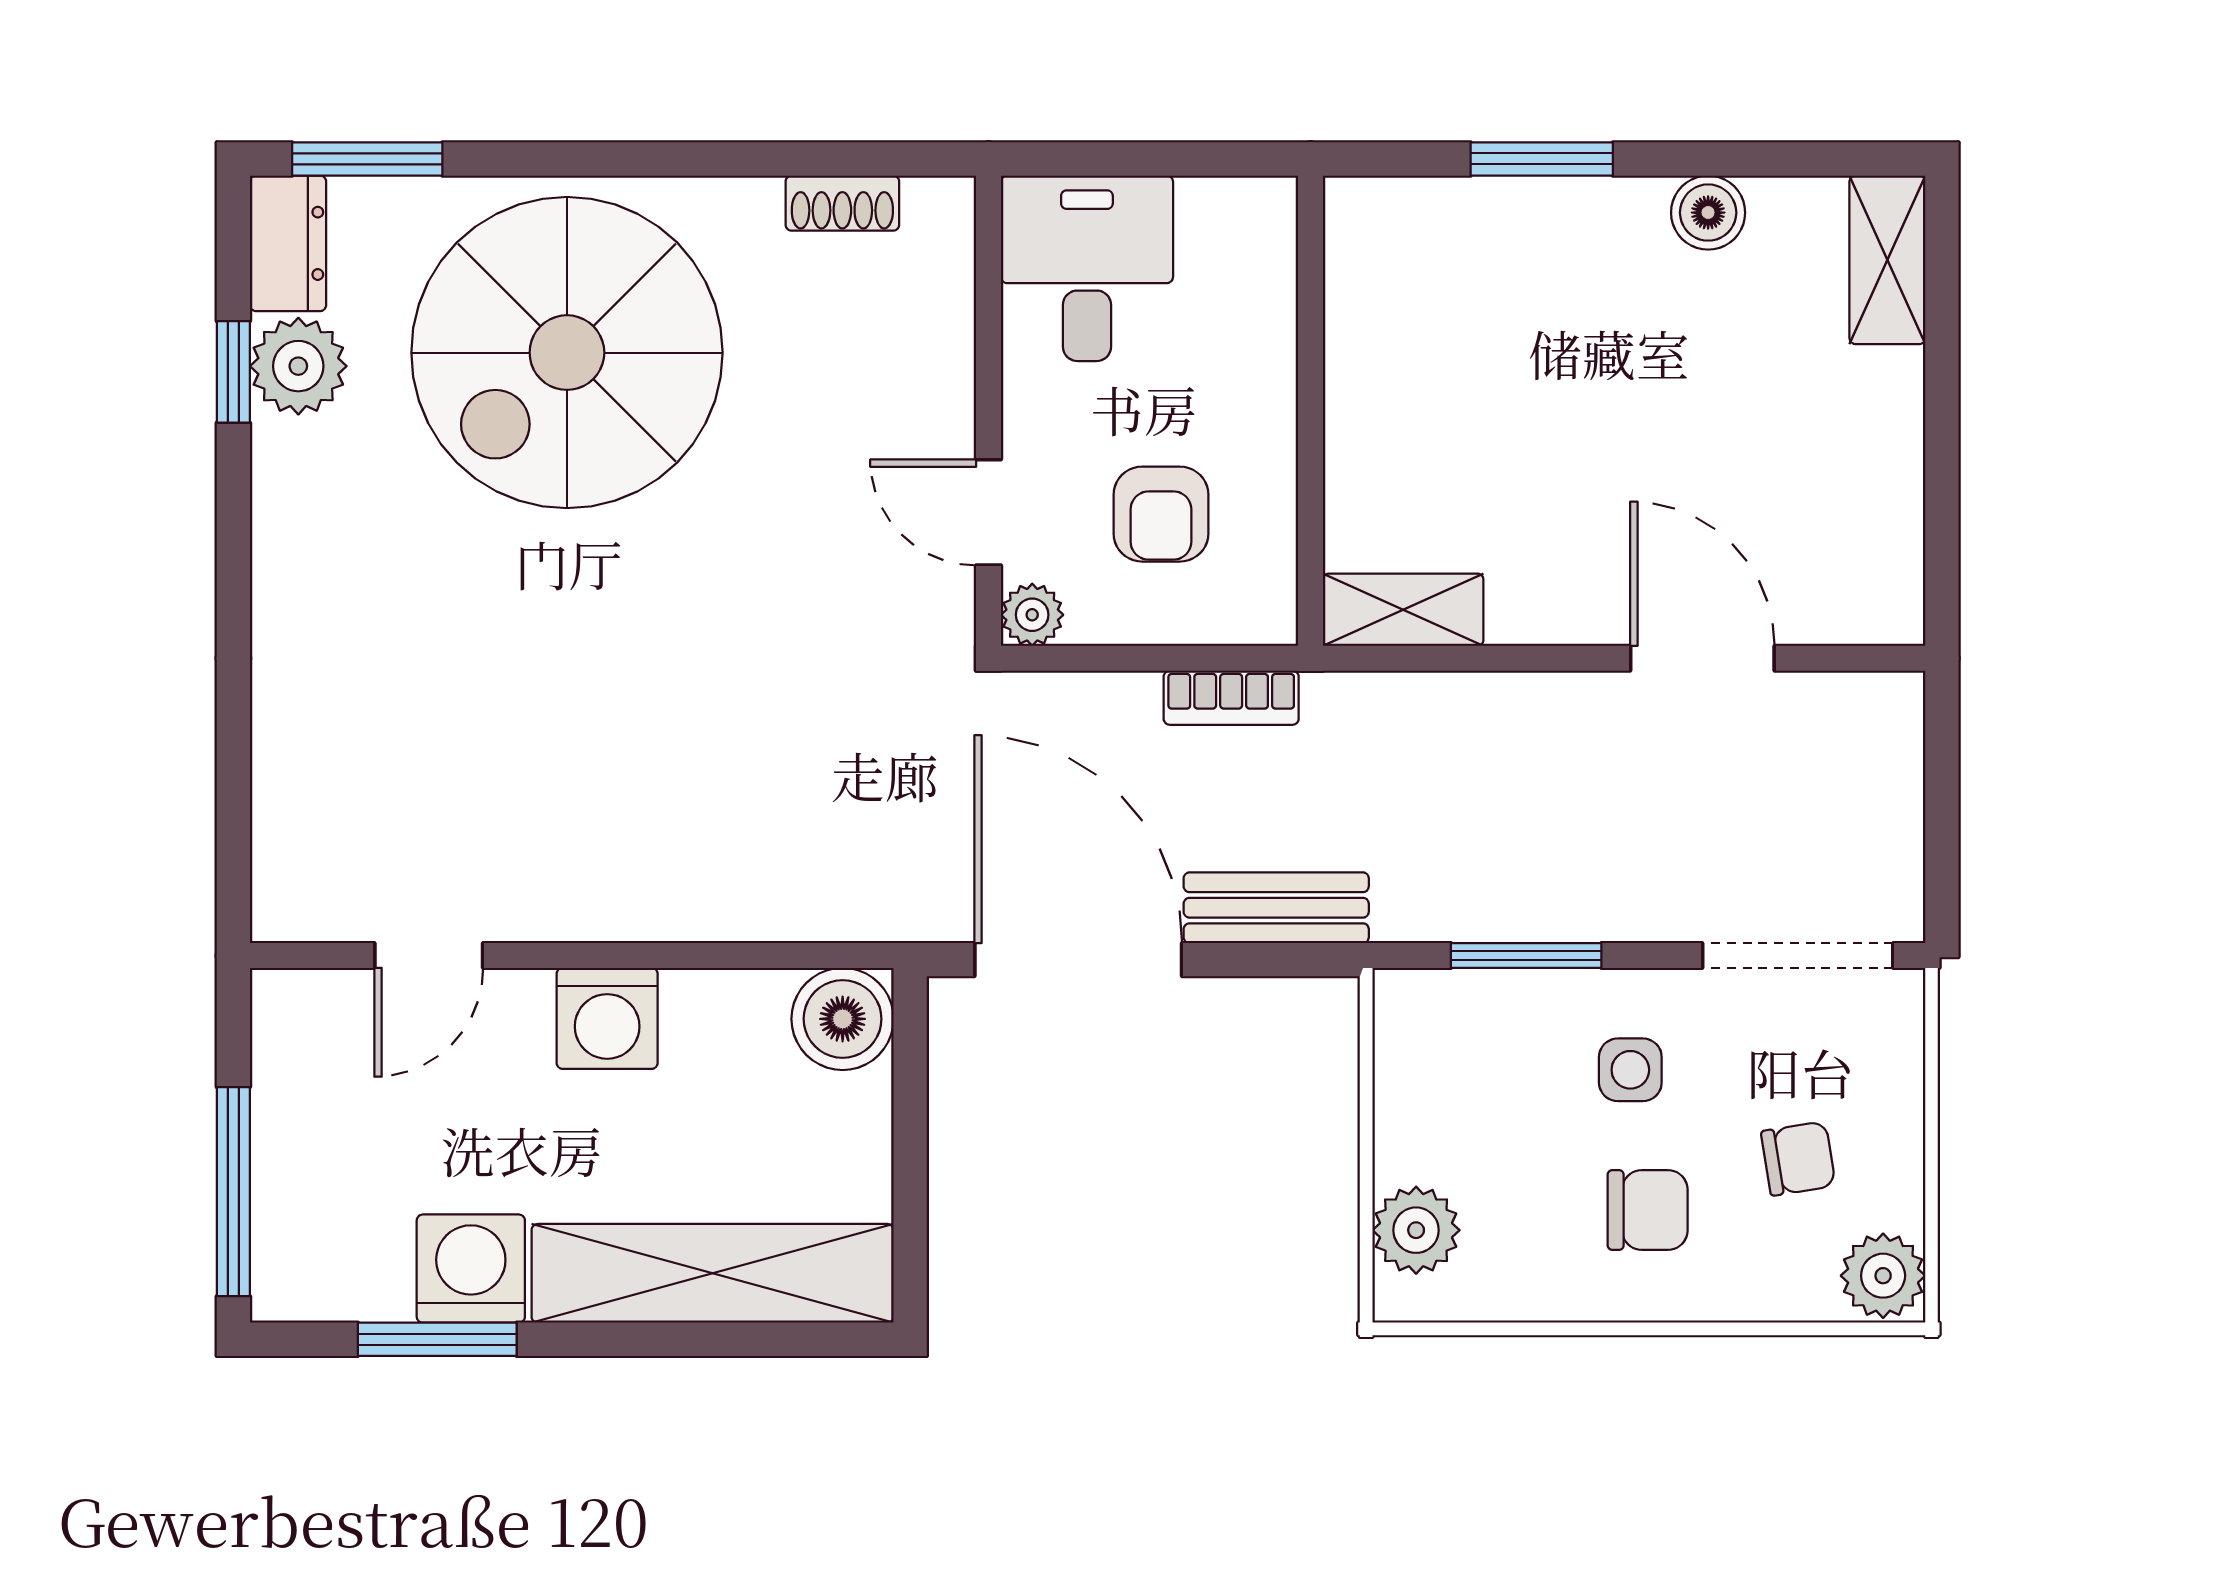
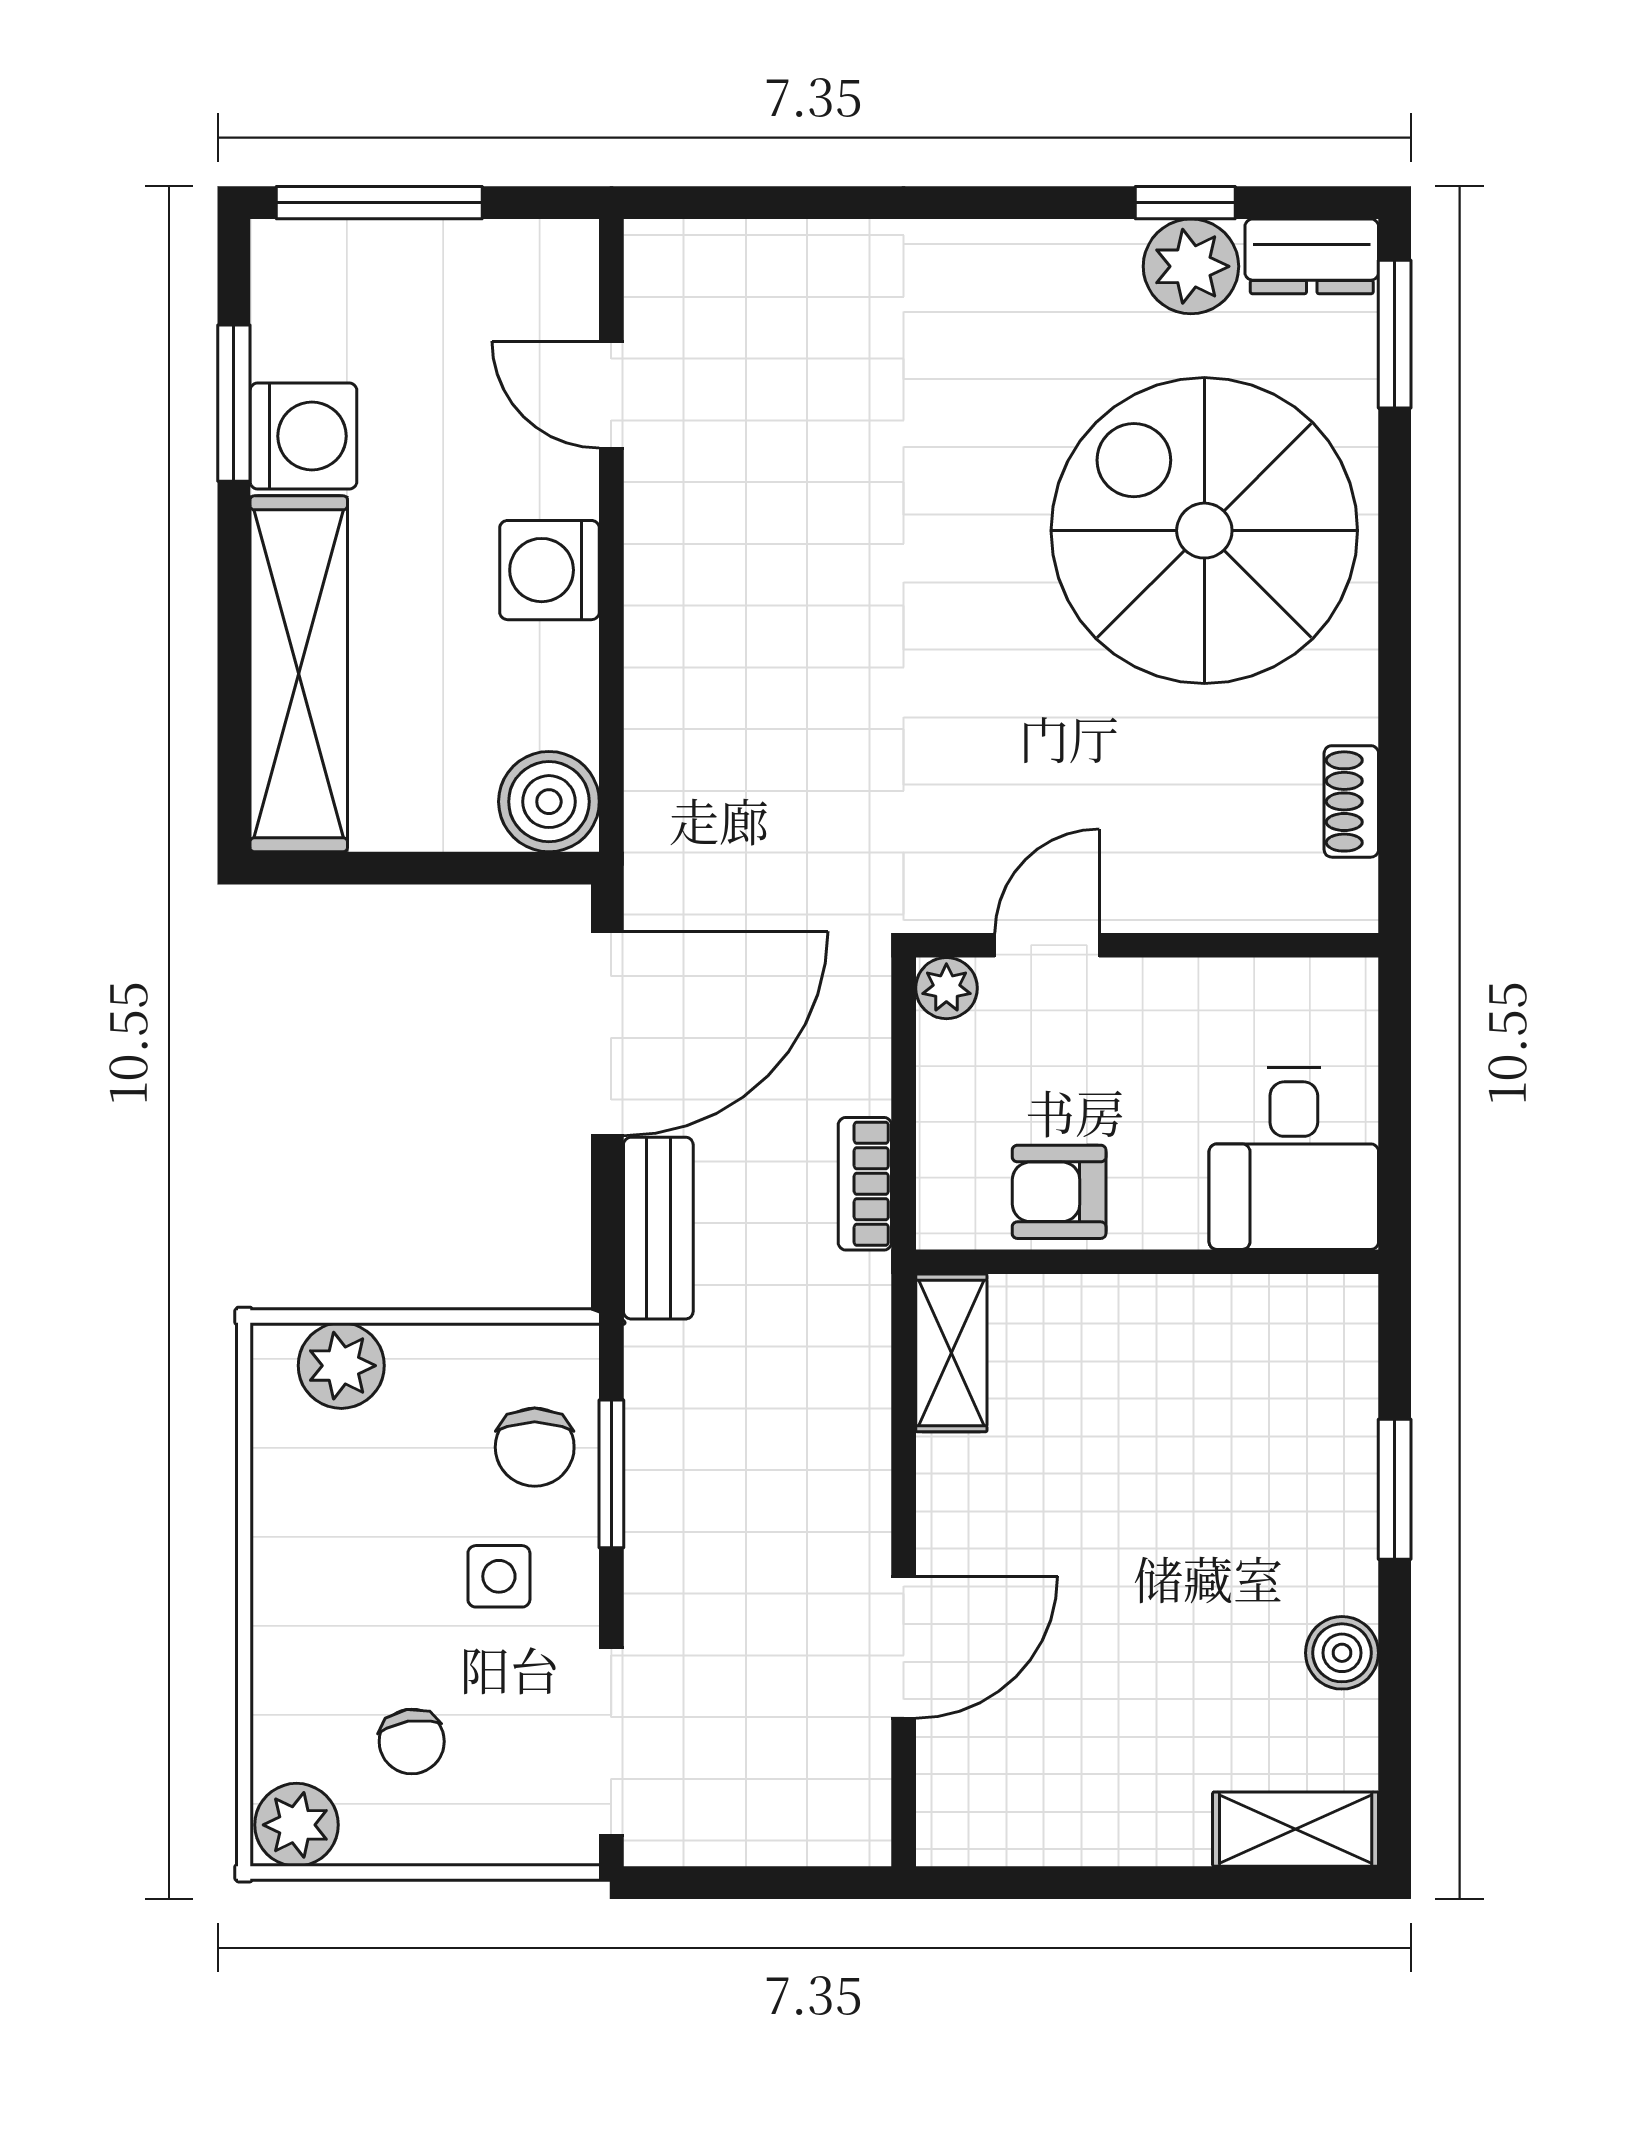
desk: (1087, 268) -> (1294, 1158), moved, turned 90
armchair: (1161, 514) -> (1059, 1192), moved
chair: (1648, 1210) -> (535, 1447), moved

